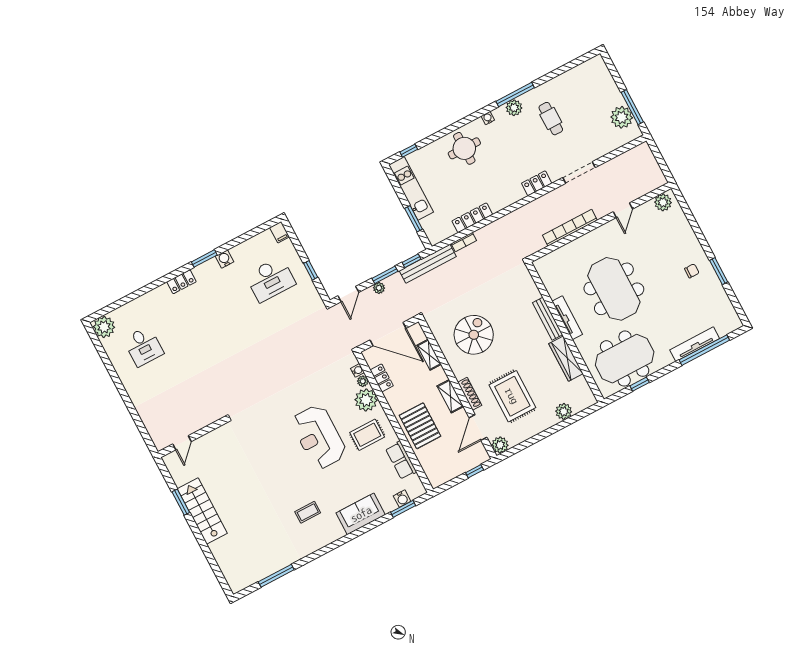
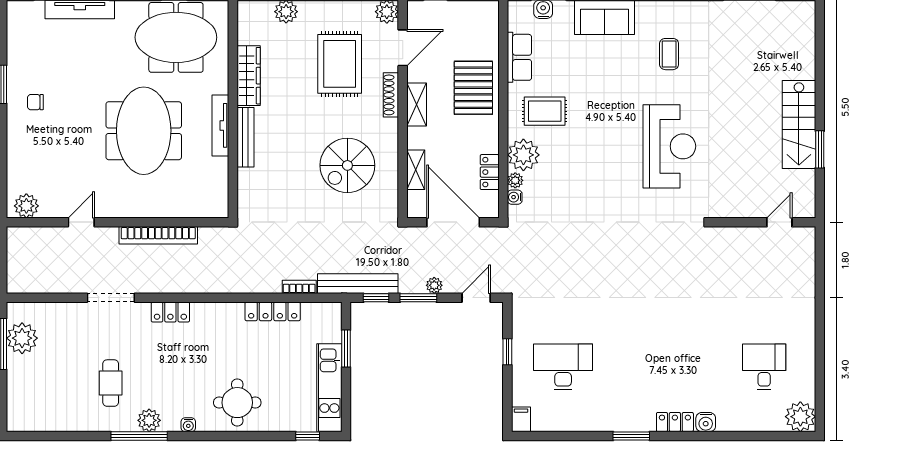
water cooler: (224, 259) -> (706, 422), moved
reception desk: (319, 437) -> (669, 146), moved
coffee table: (308, 512) -> (669, 54), turned 90

